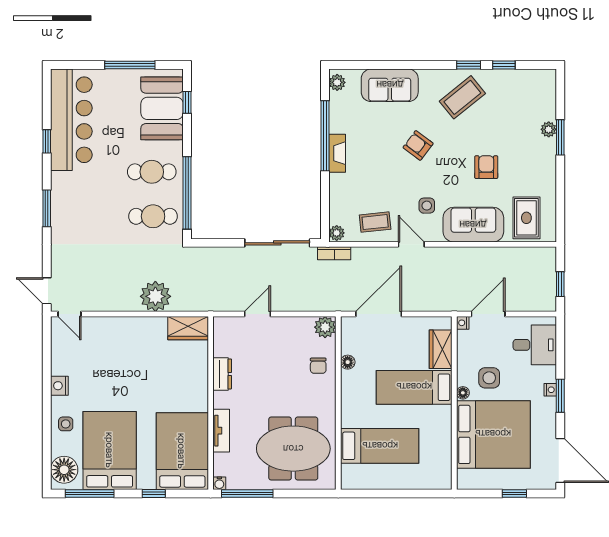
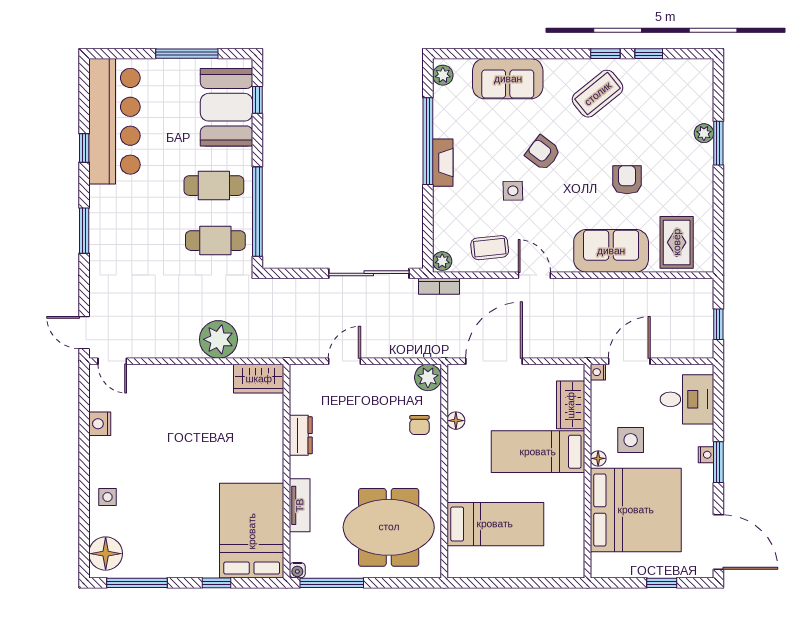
side table: (427, 206) -> (513, 191), moved
nightstand: (59, 386) -> (100, 424), moved
bed: (110, 450) -> (162, 530), removed

